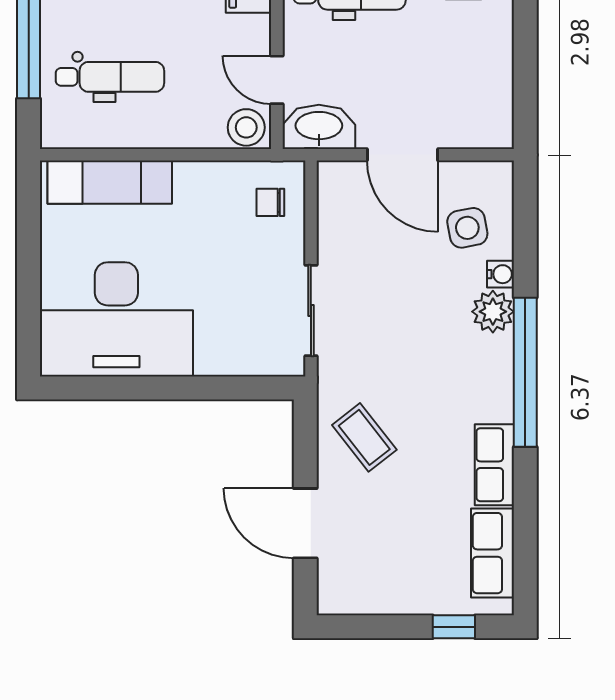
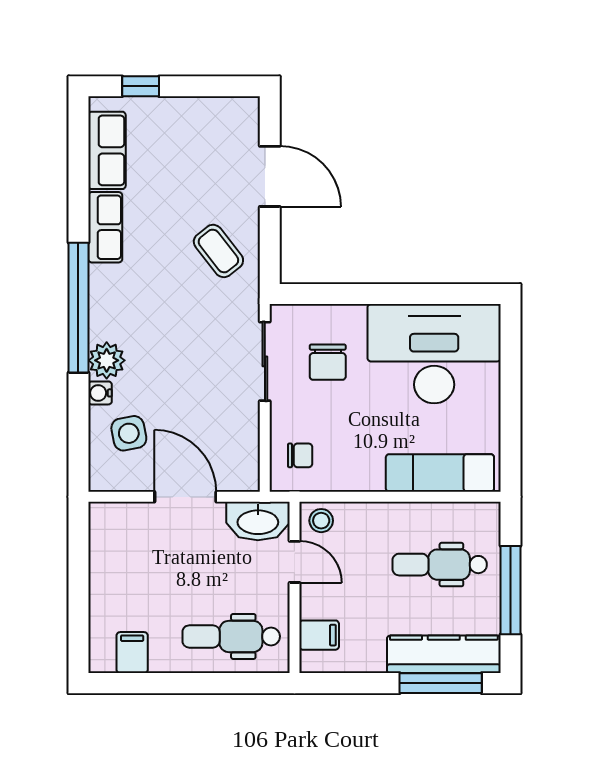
stool: (246, 127) -> (321, 521), width x0.73, depth x0.73
chair: (239, 310) -> (328, 362), added

